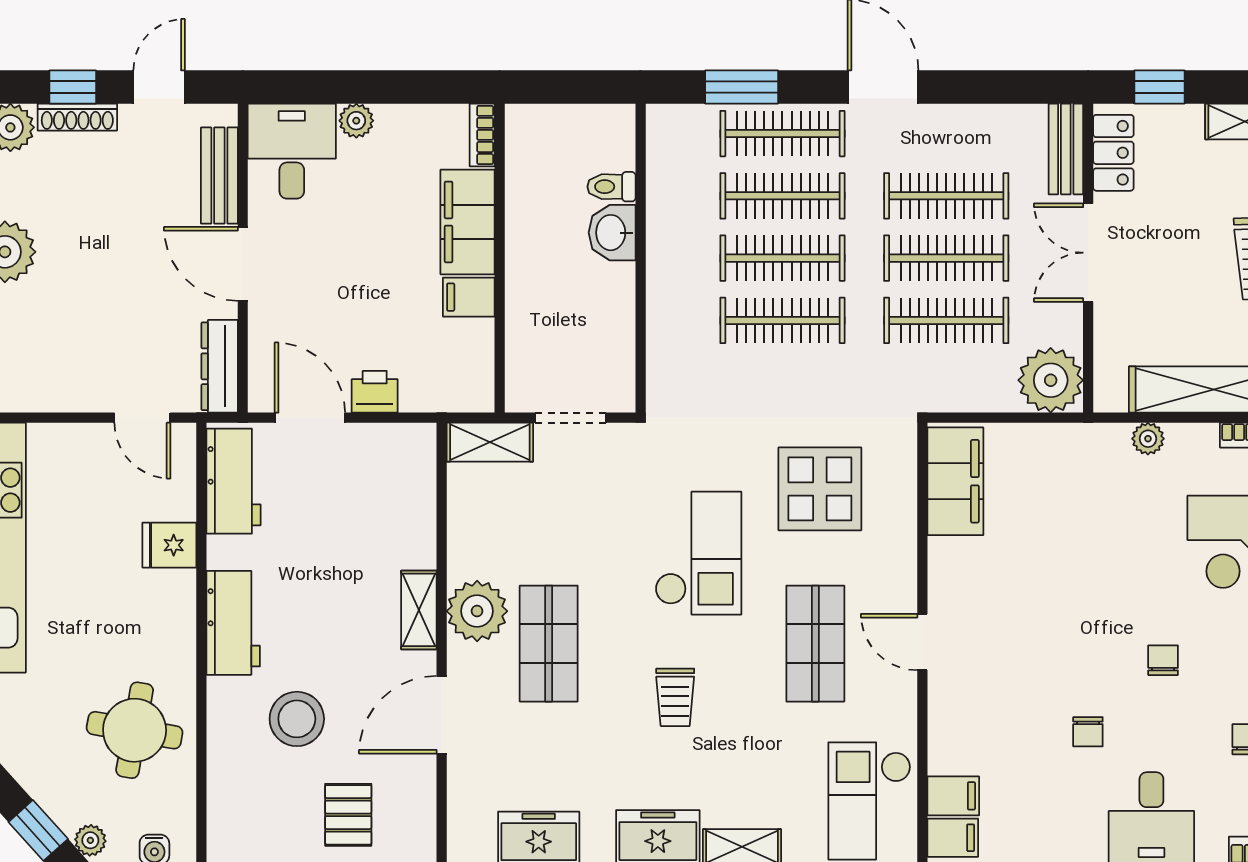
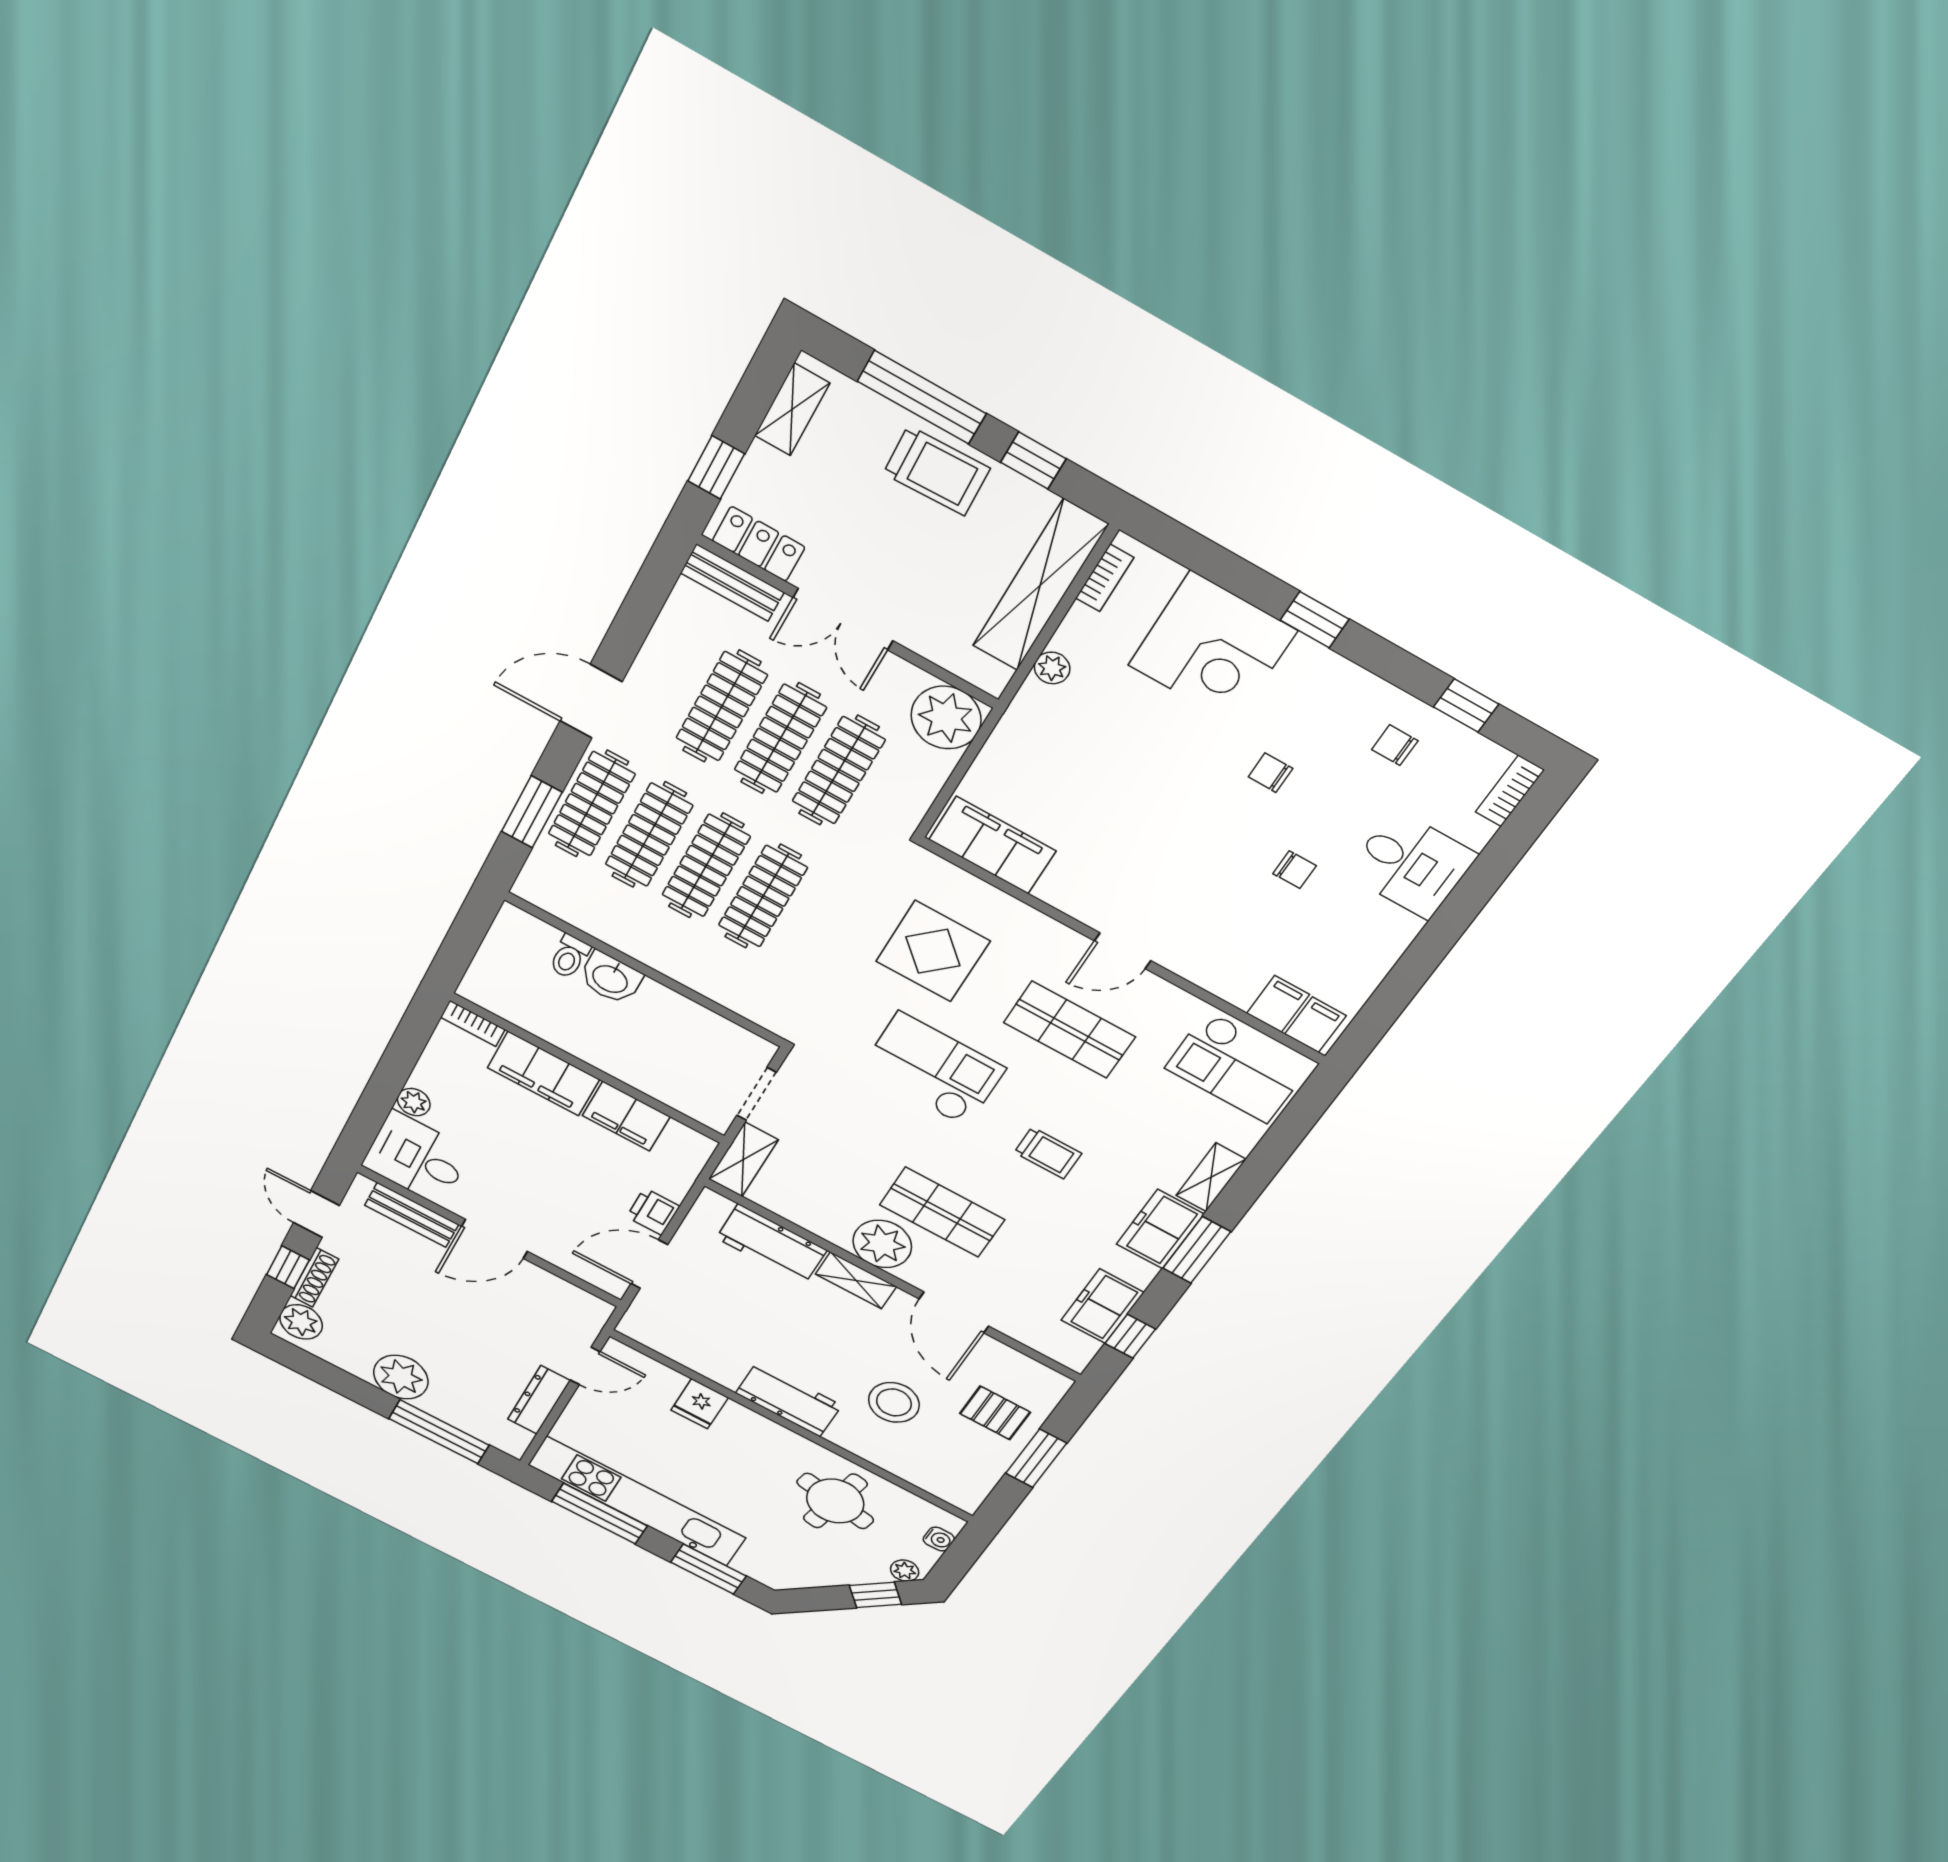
filing cabinet: (469, 297) -> (626, 1116), width x2.00
dresser: (220, 366) -> (539, 1400), moved, turned 90
workbench: (233, 481) -> (771, 1244), moved, turned 180

